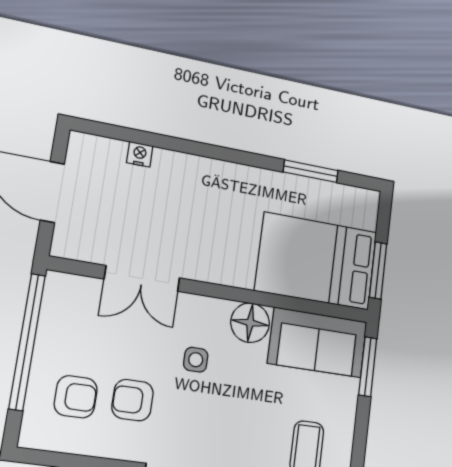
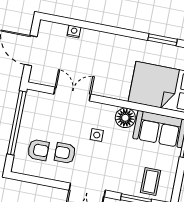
double door: (142, 278) -> (72, 94), swing flipped

